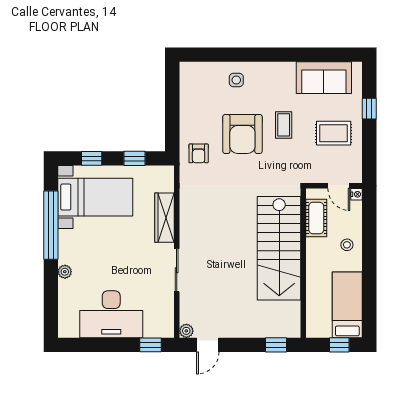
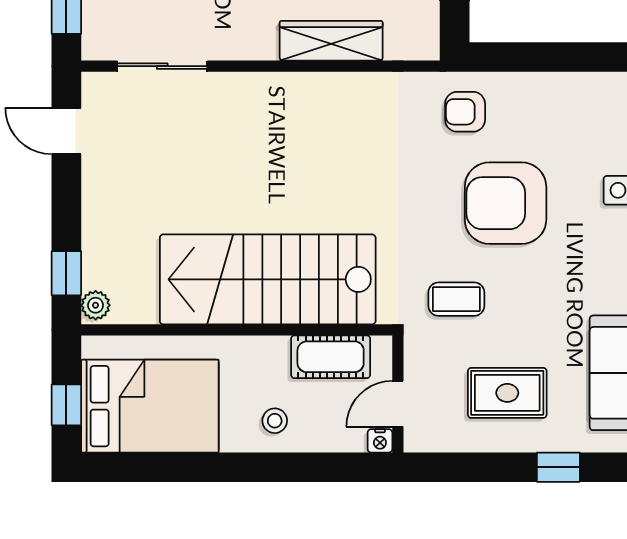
coffee table: (284, 125) -> (456, 299), moved
rug: (334, 133) -> (507, 393), turned 90
sliding door: (177, 270) -> (162, 66), moved
bed: (347, 305) -> (150, 406), width x1.50
plant: (186, 331) -> (96, 305), moved

